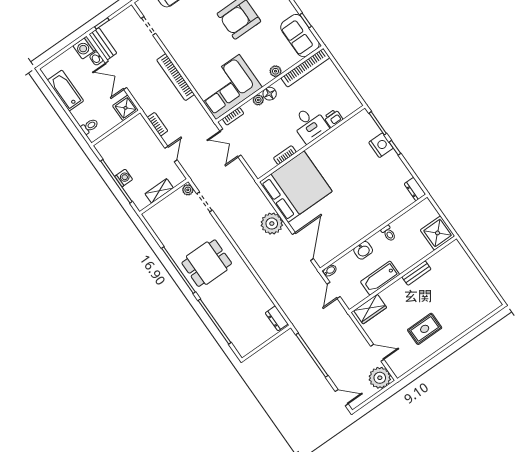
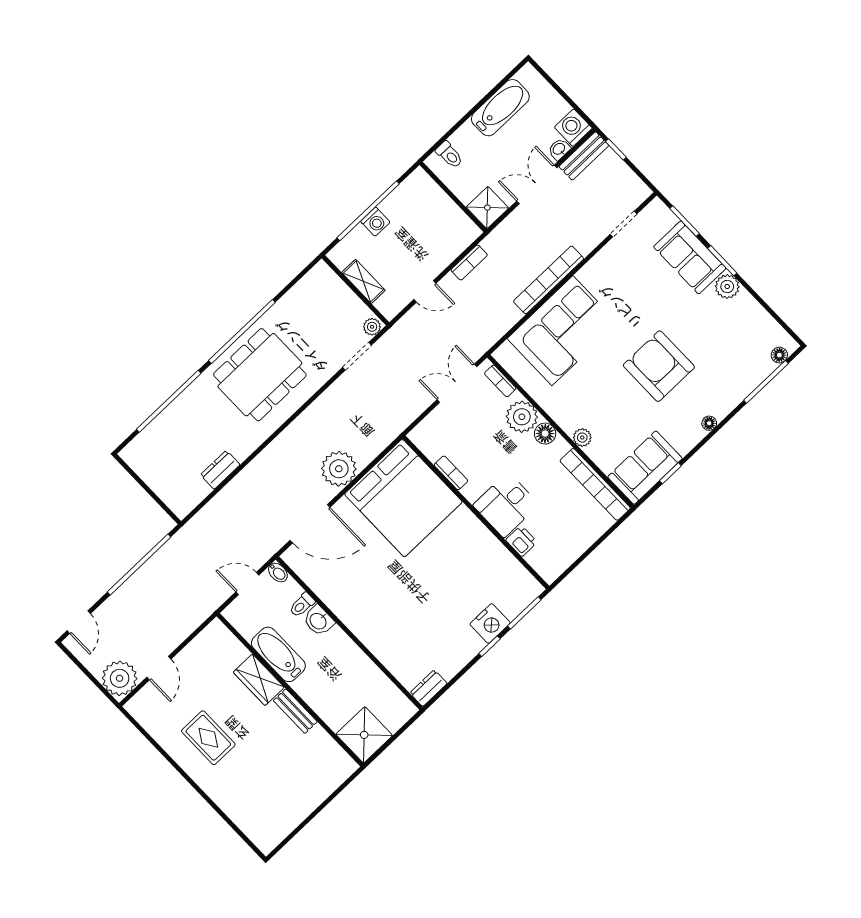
corner sofa: (228, 87) -> (562, 331), moved, turned 90
plant: (258, 100) -> (522, 417), width x1.88, depth x1.88
toilet: (388, 233) -> (302, 605), moved
dining table: (207, 263) -> (260, 375), width x1.38
wardrobe: (370, 309) -> (259, 680), moved
dresser: (277, 318) -> (220, 470), moved

